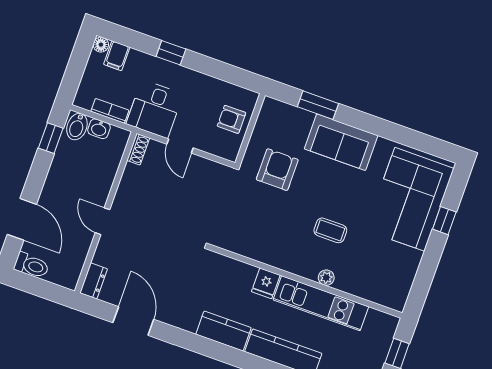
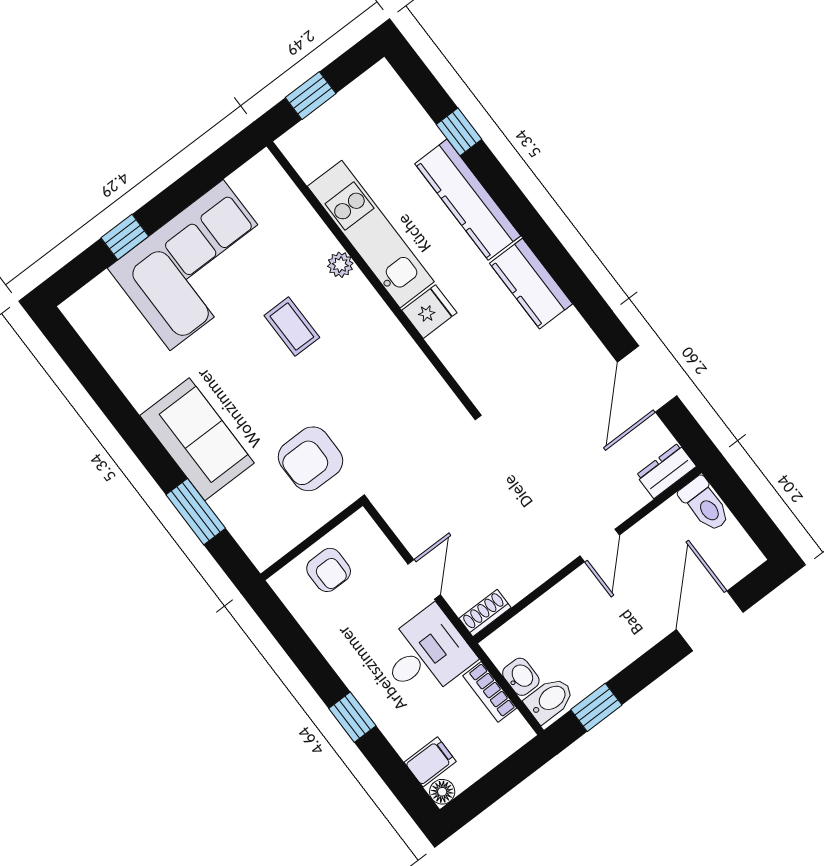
corner sofa: (410, 199) -> (197, 265), moved
toilet: (31, 265) -> (705, 504), moved, turned 180

